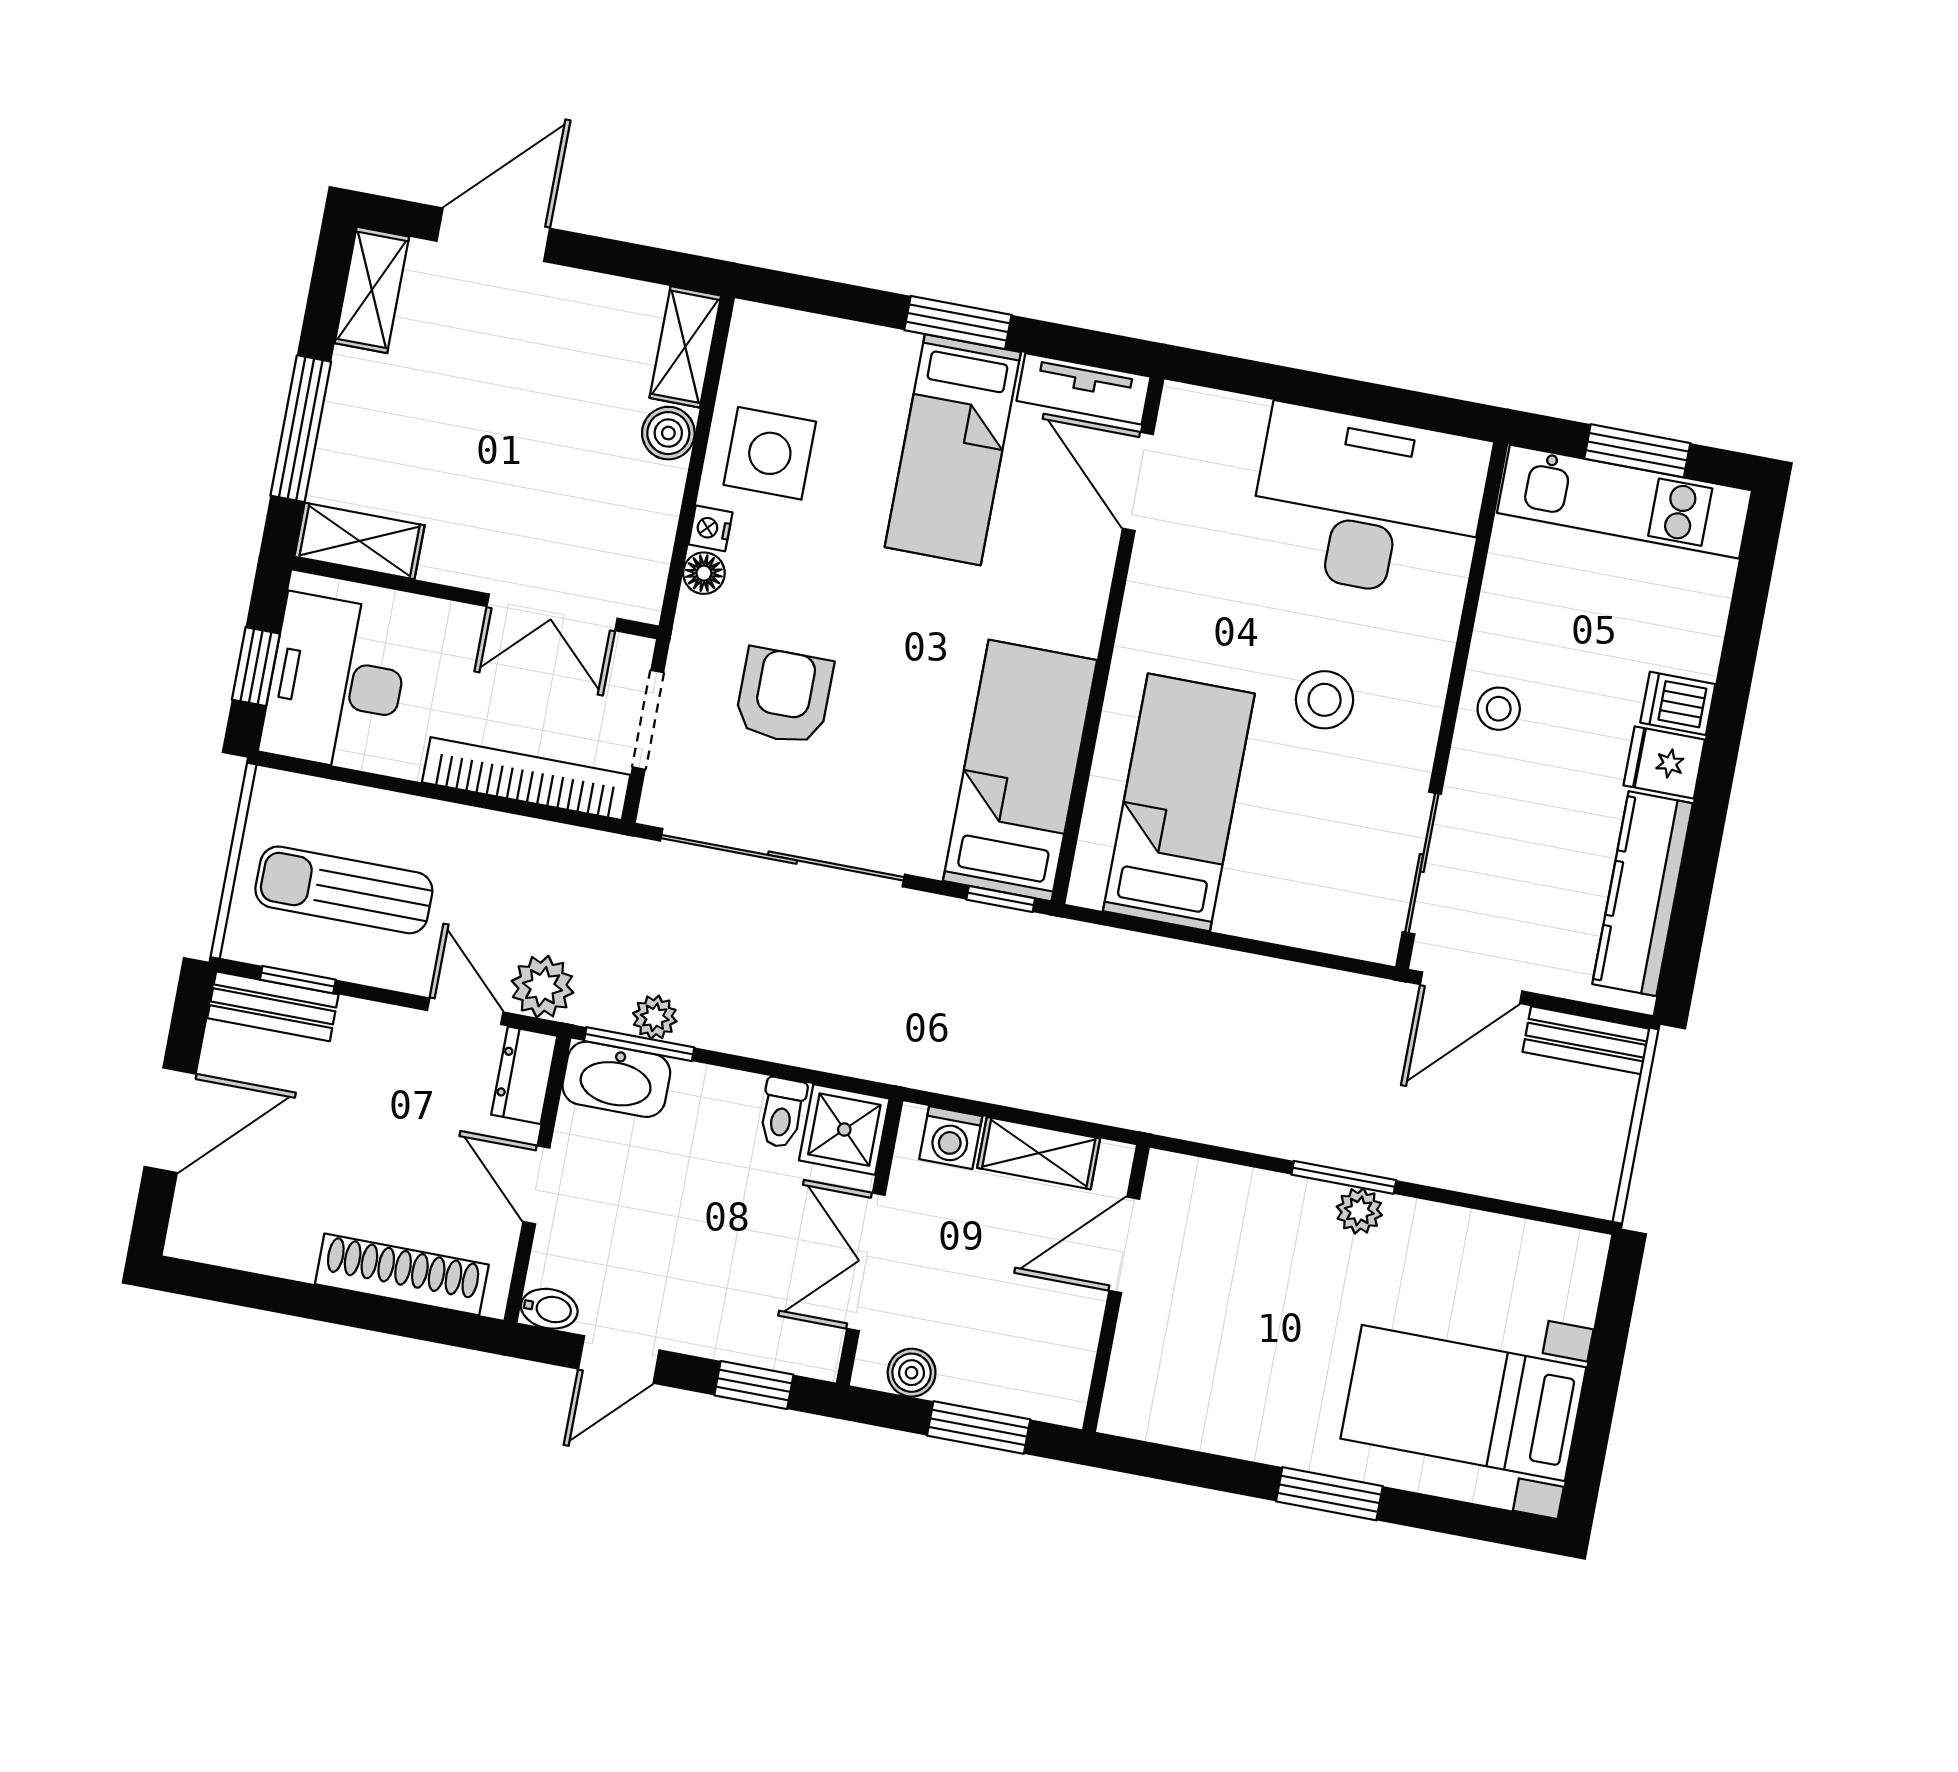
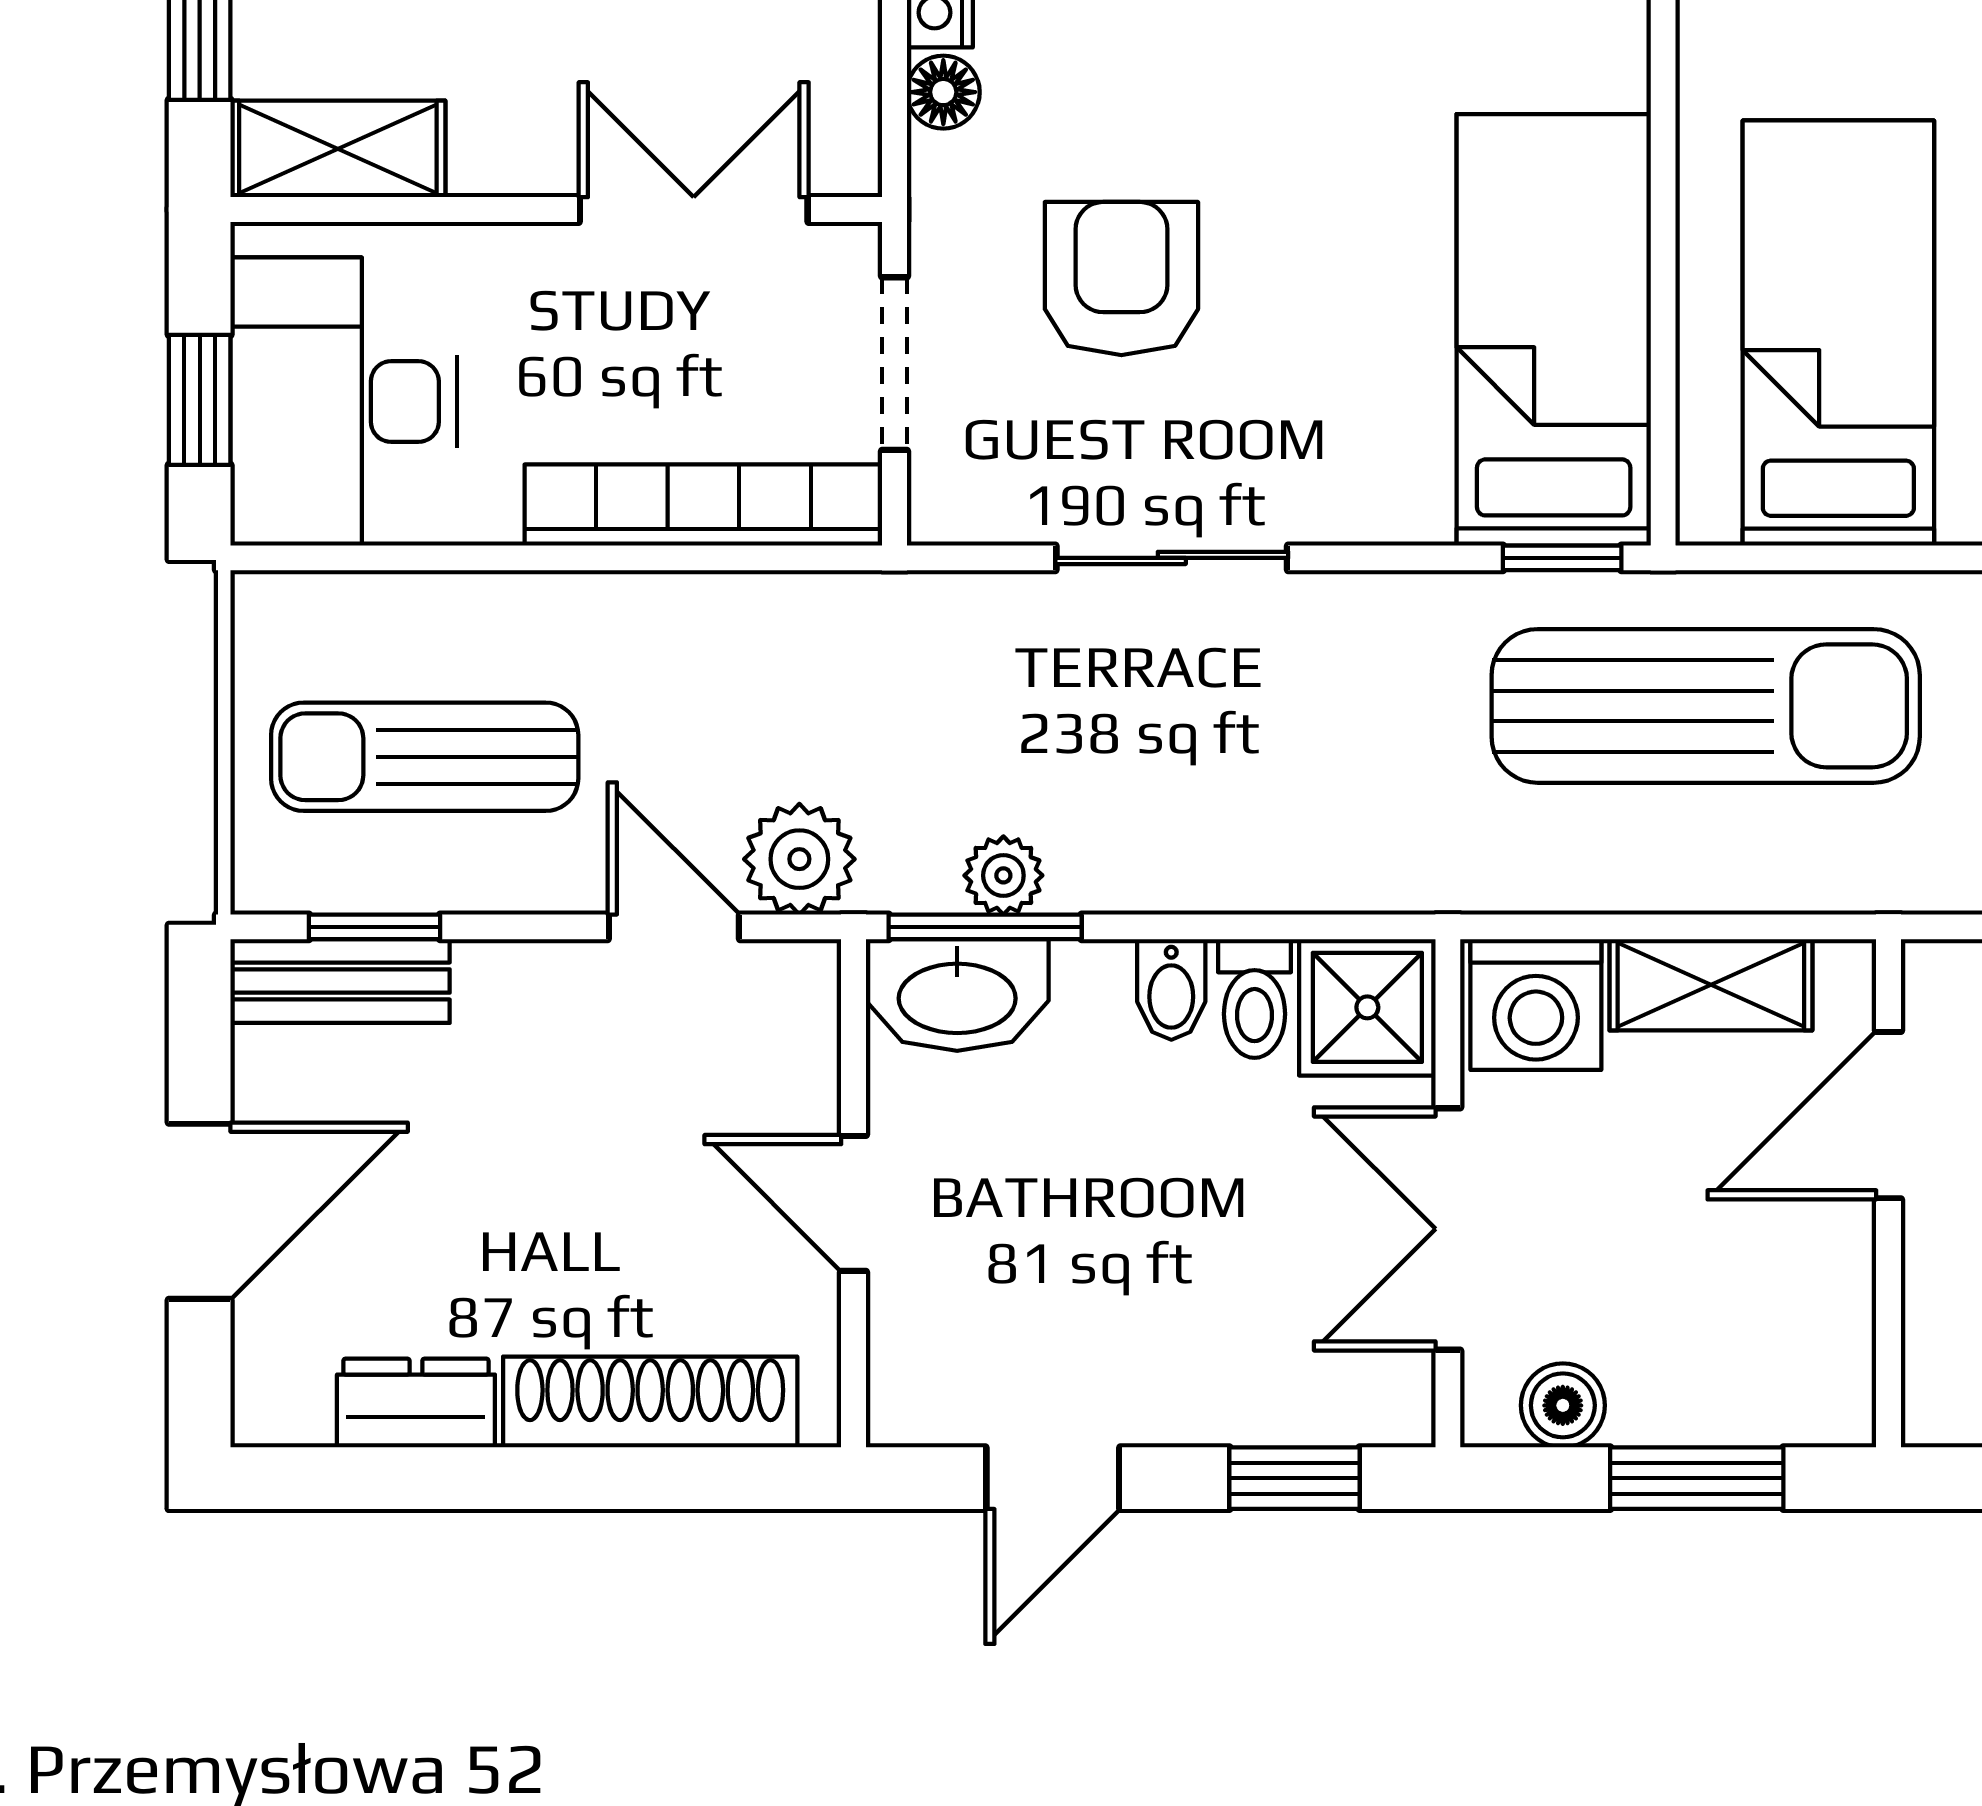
double door: (552, 612) -> (694, 210), swing flipped
sliding door: (782, 858) -> (1172, 558), width x0.54
sun lounger: (1065, 997) -> (1706, 706), added
dresser: (524, 1075) -> (416, 1403), moved, turned 90
washing machine: (951, 1138) -> (1536, 1005), width x1.38, depth x1.38
bidet: (549, 1309) -> (1171, 989), moved, turned 90

